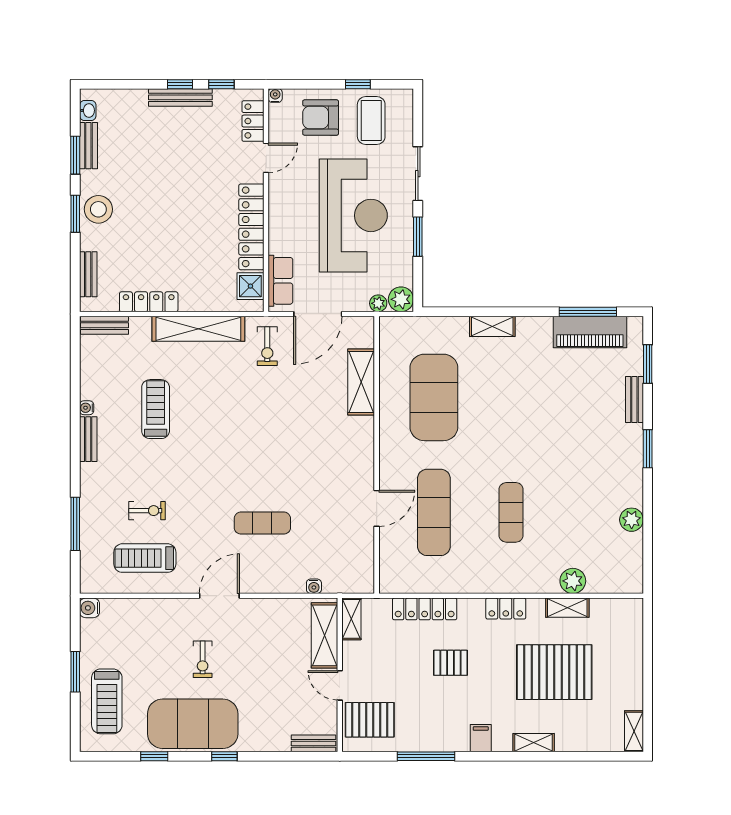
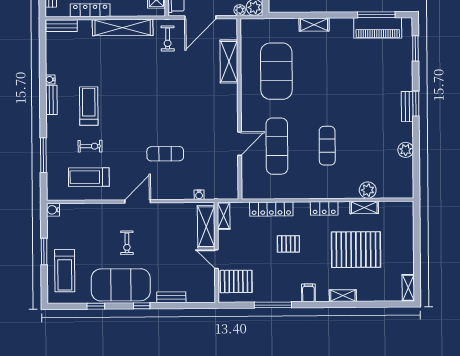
bench: (634, 399) -> (407, 106), moved
treadmill: (156, 409) -> (89, 106), moved
bench: (314, 743) -> (171, 297), moved

